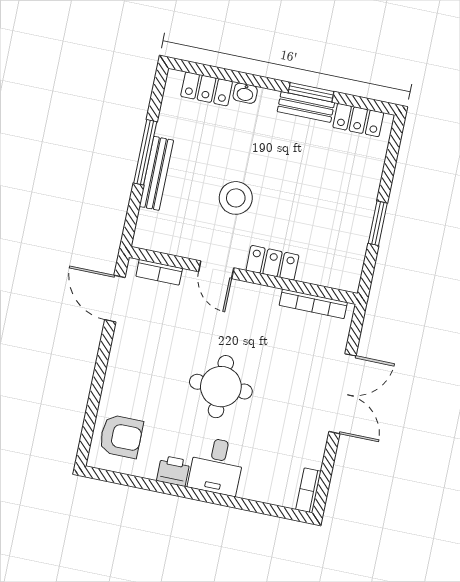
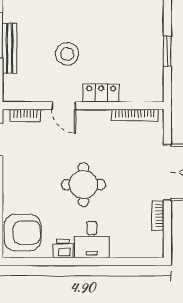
armchair: (121, 436) -> (22, 233), width x1.36, depth x1.36
bookcase: (308, 490) -> (158, 216), moved

